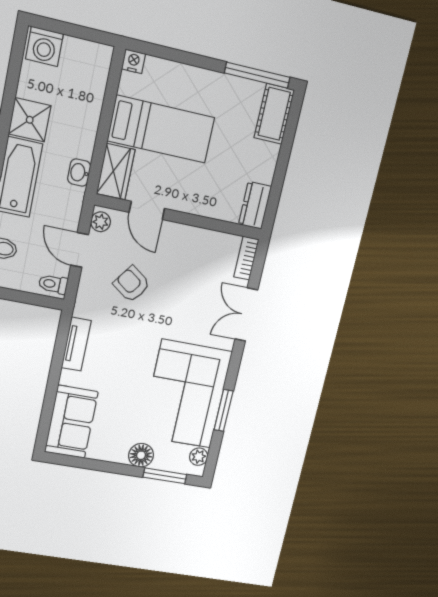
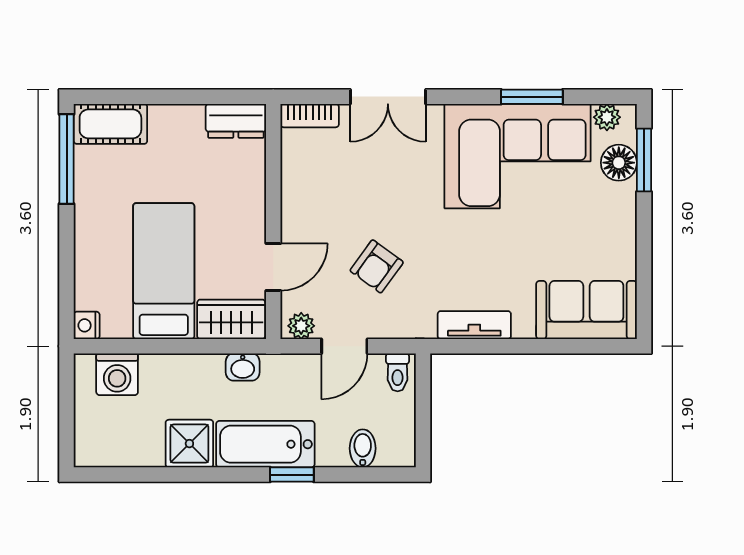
washing machine: (44, 46) -> (117, 374), moved, turned 90
floor lamp: (141, 455) -> (619, 163), moved

